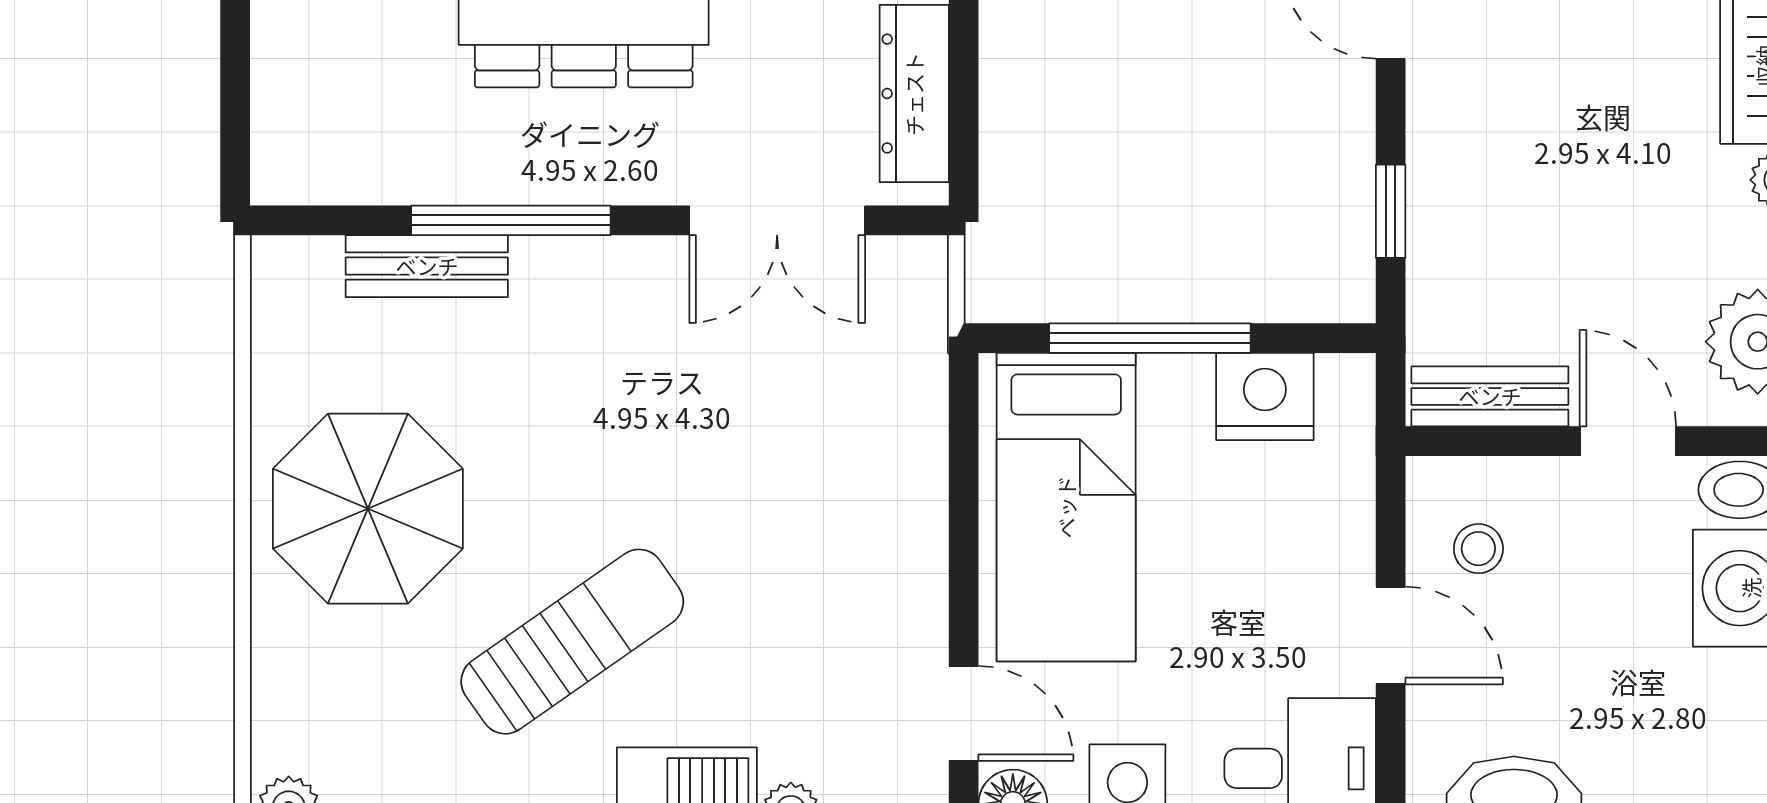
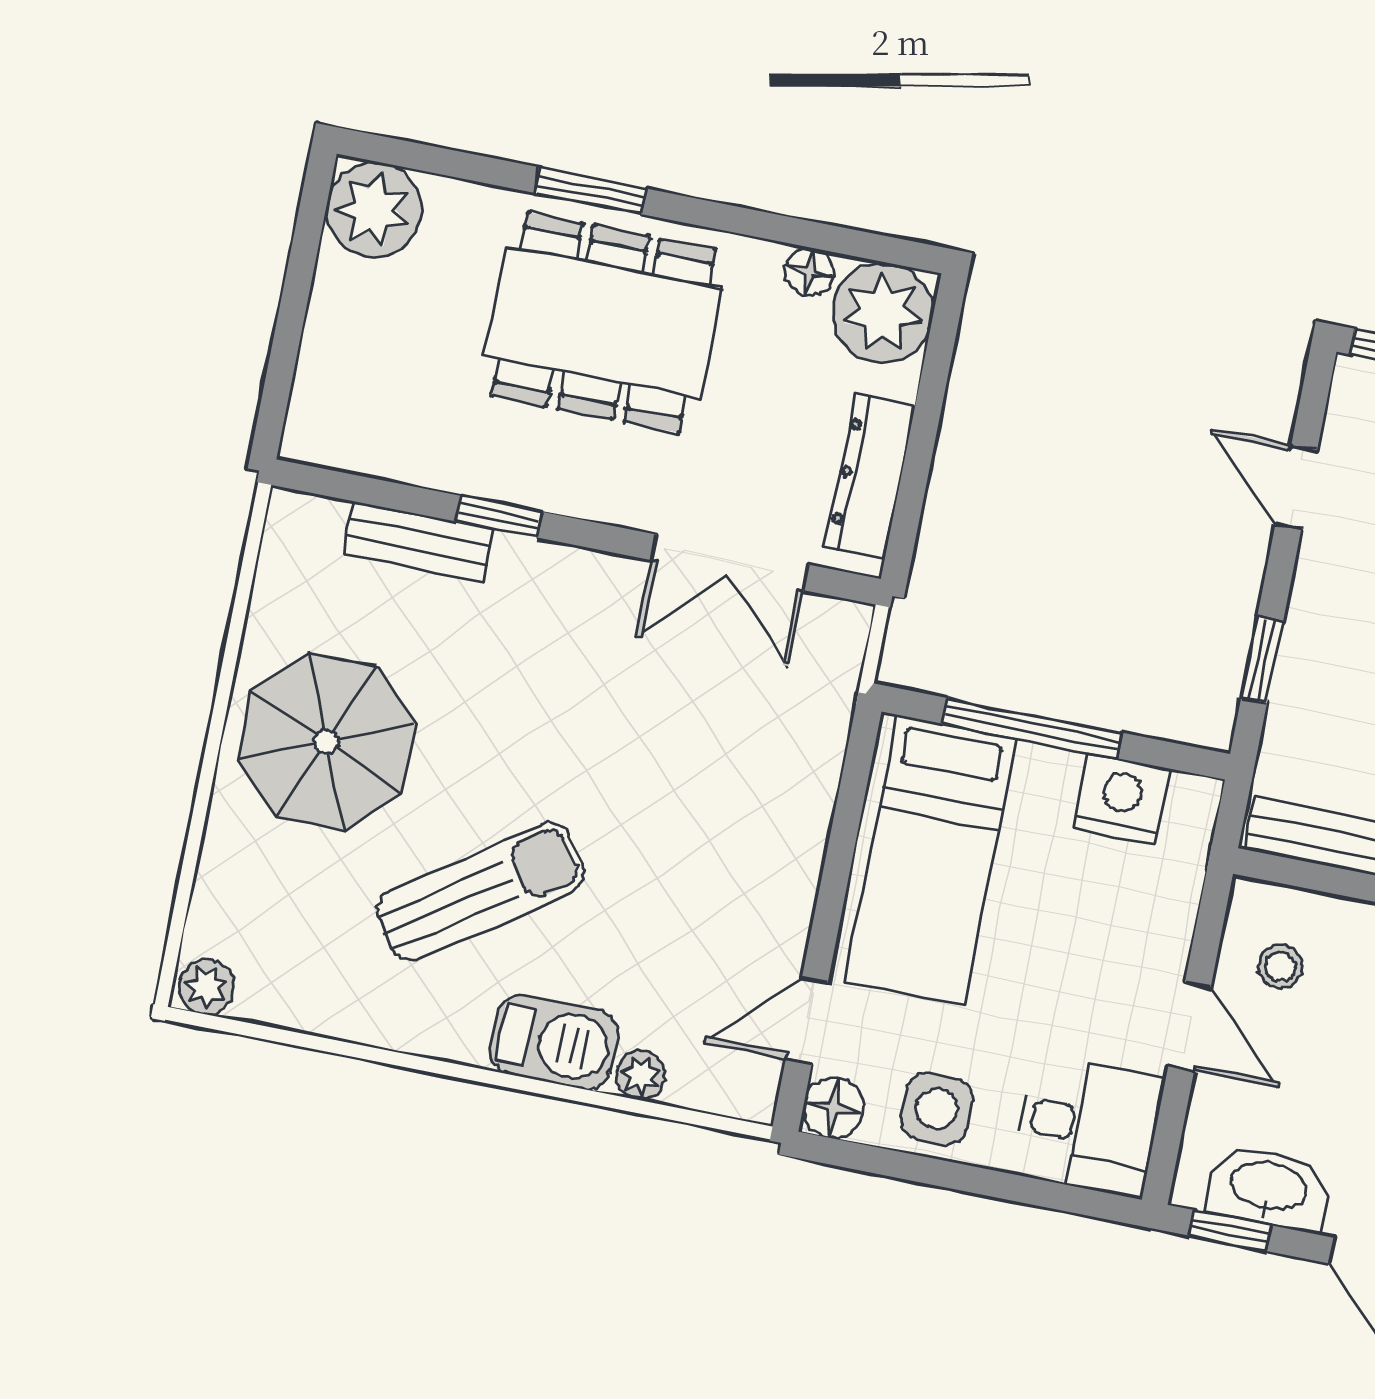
window: (511, 220) -> (500, 517), width x0.46
door: (964, 713) -> (807, 1021), swing flipped

